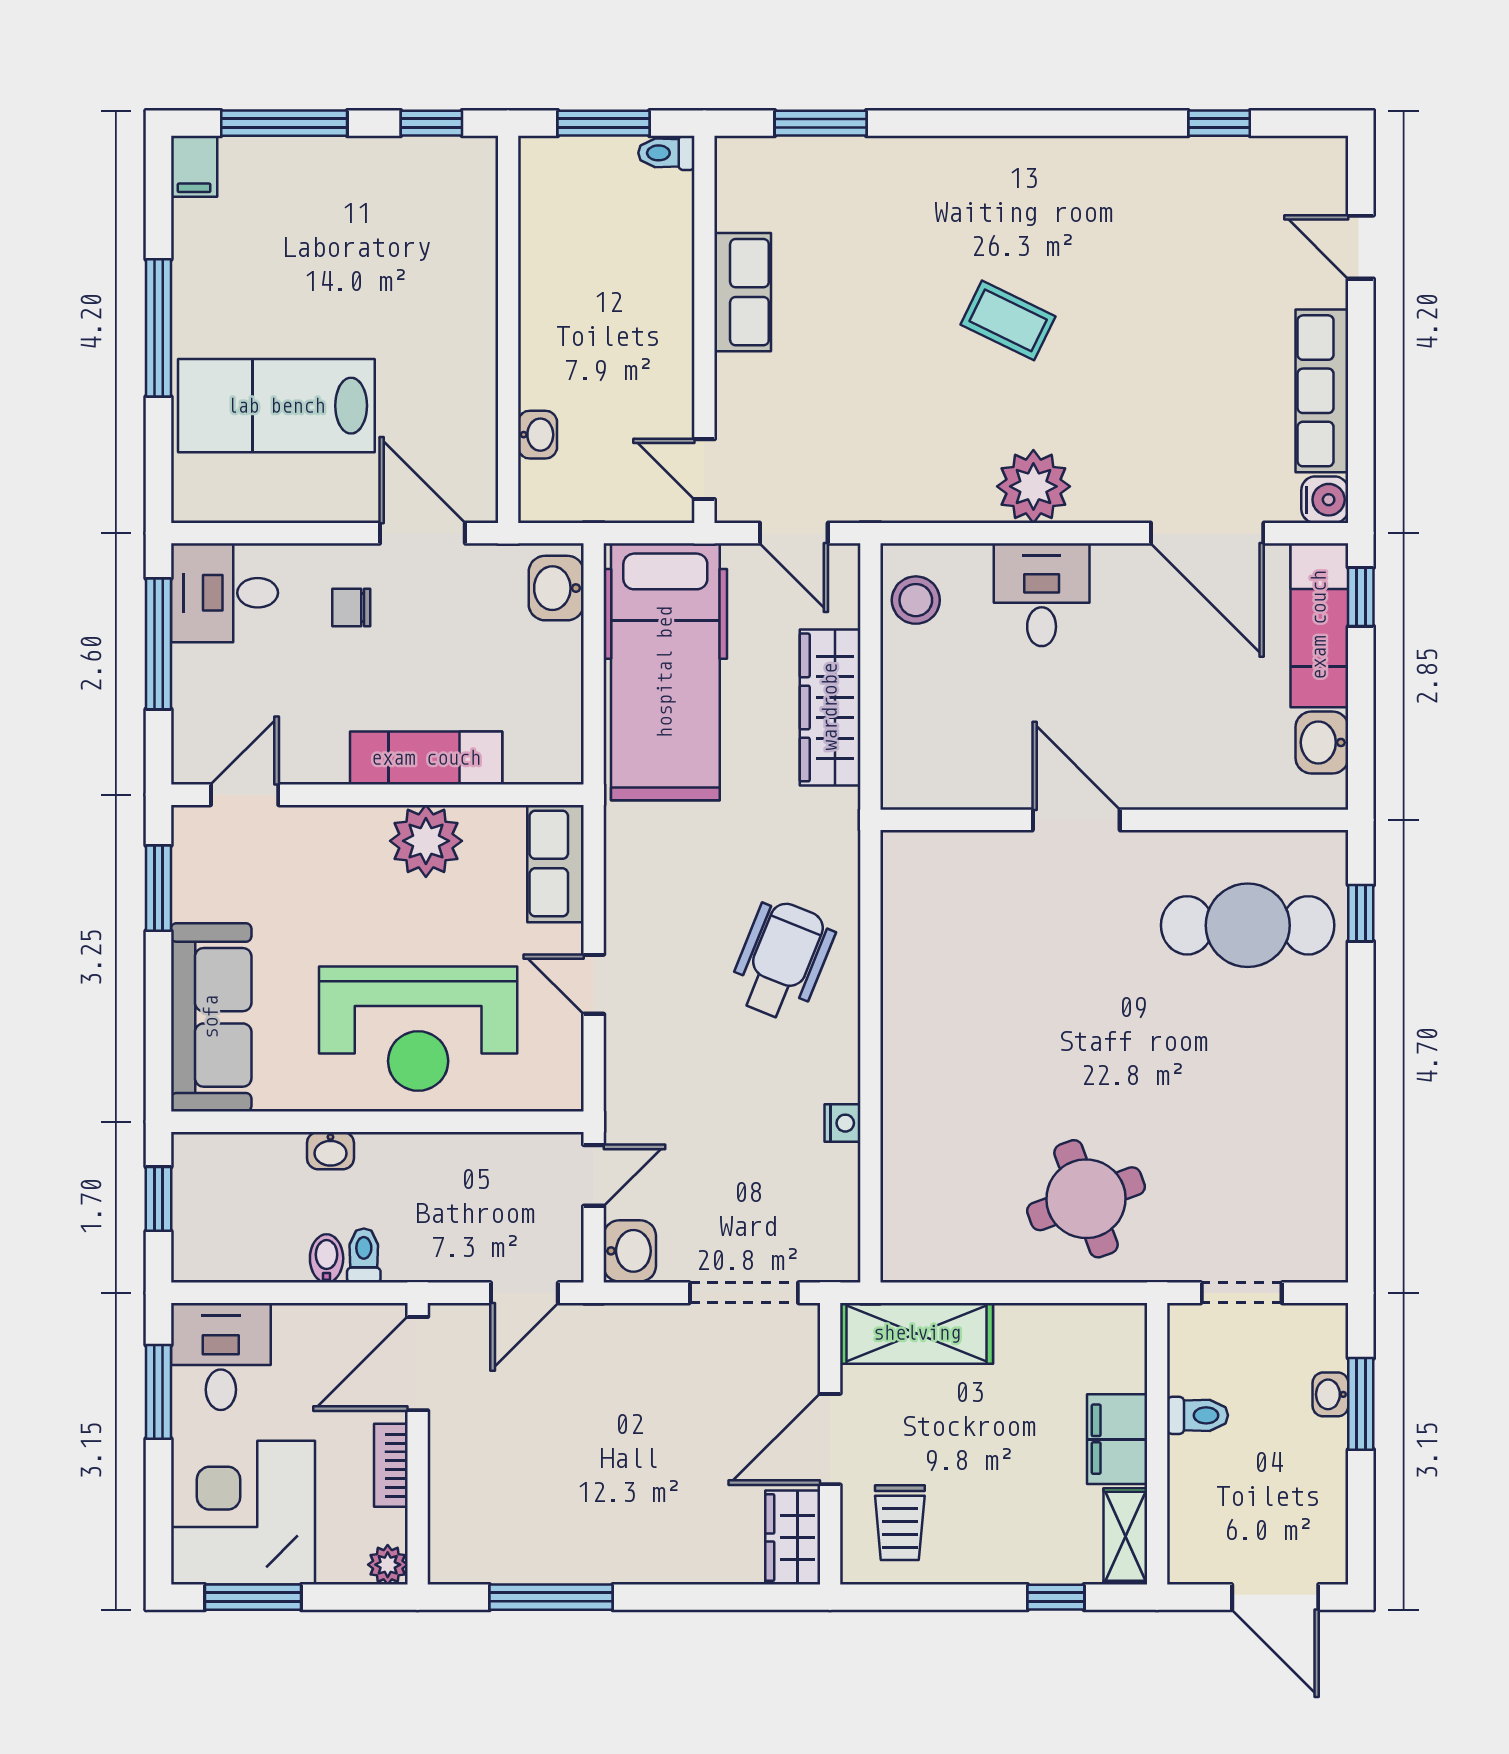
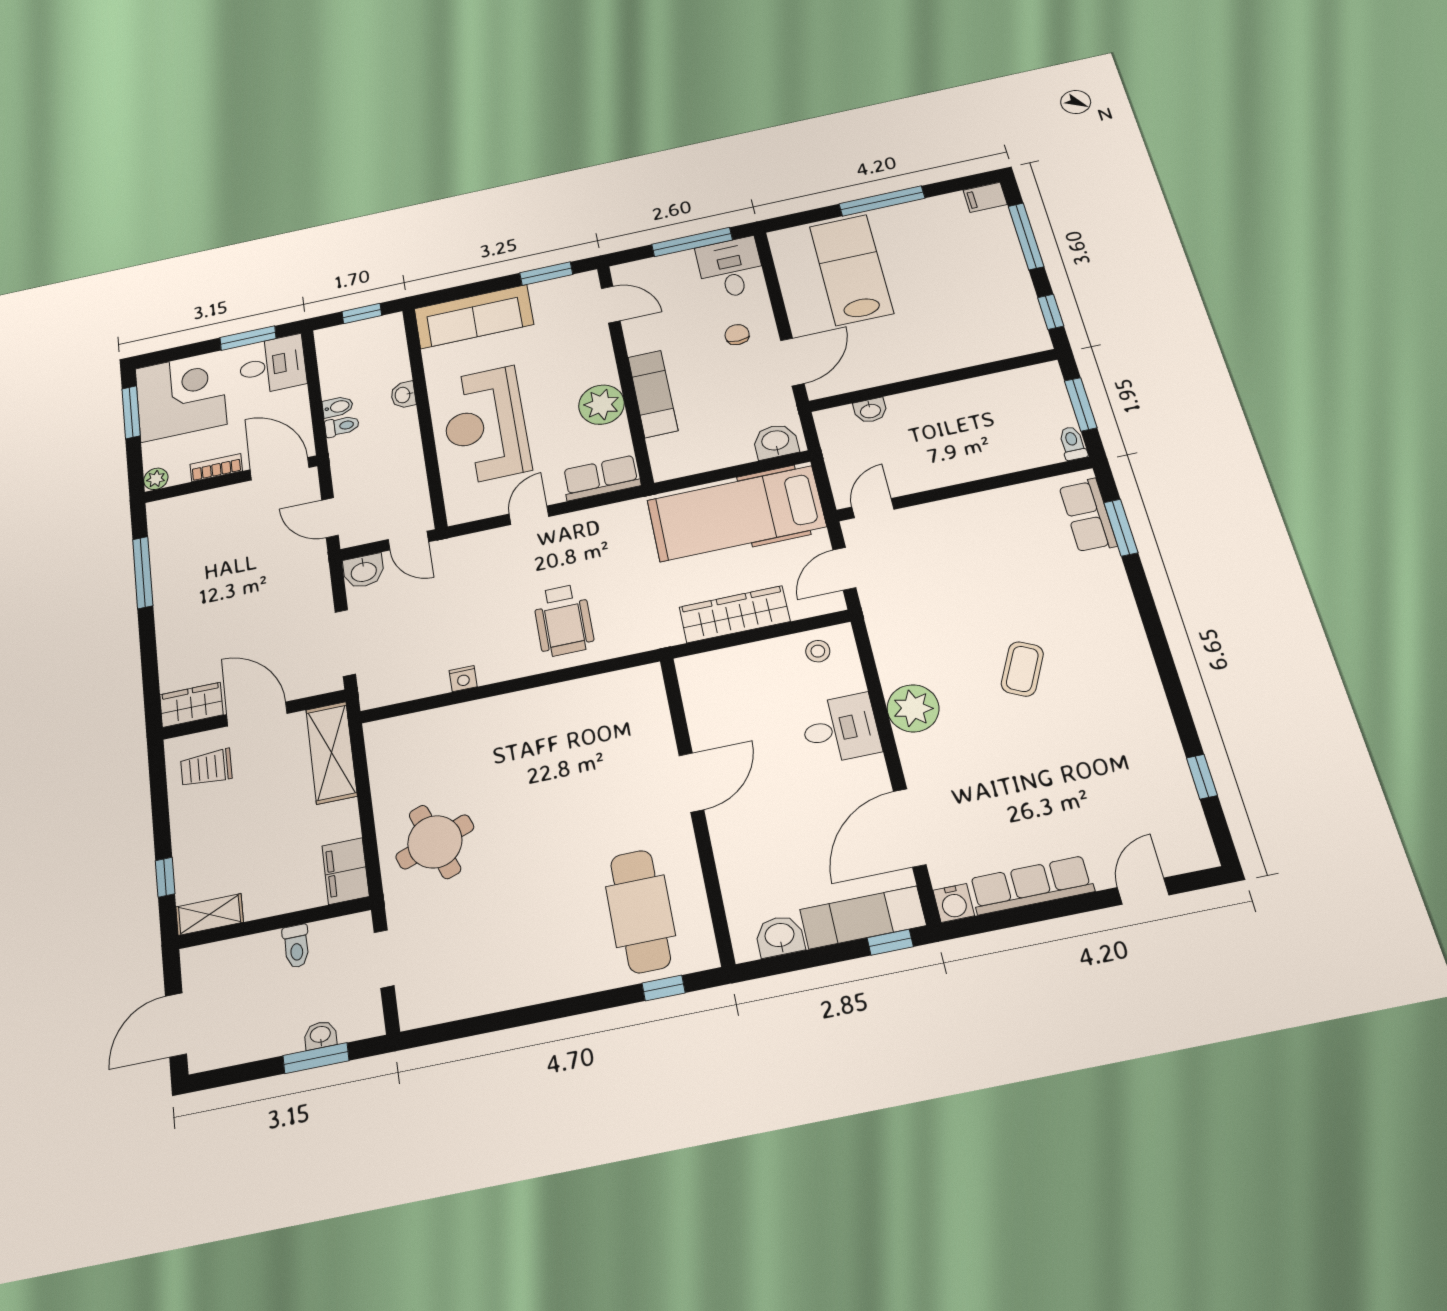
row of seats: (743, 292) -> (1088, 516), moved, turned 90
stool: (916, 600) -> (818, 651), width x0.73, depth x0.73
wheelchair: (782, 960) -> (563, 620), turned 68
filing cabinet: (1117, 1439) -> (346, 871), moved, turned -90

